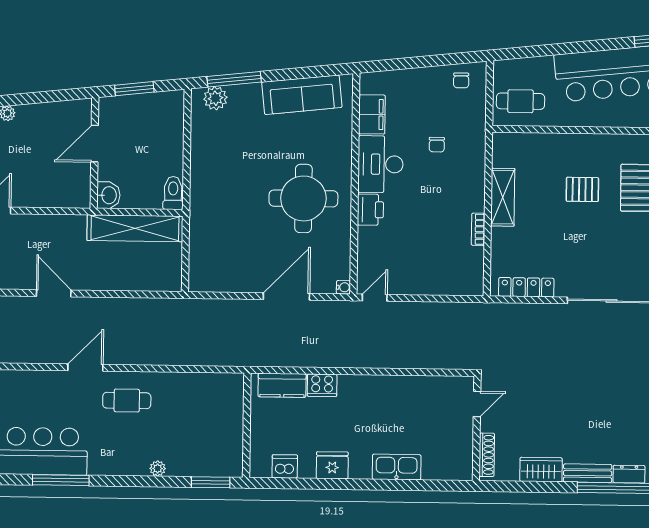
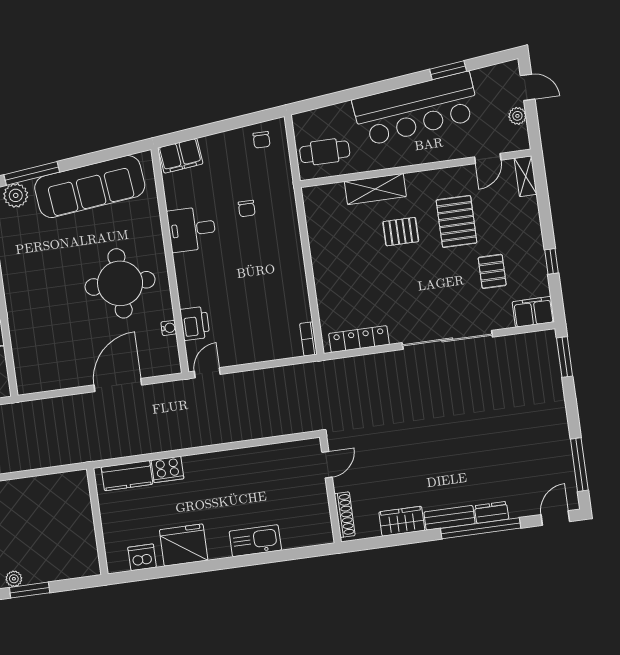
sofa: (302, 95) -> (90, 187), width x1.36, depth x1.27
filing cabinet: (372, 114) -> (180, 156), moved, turned 84
desk: (380, 164) -> (192, 229), width x0.73
shelving: (503, 197) -> (375, 189), moved, turned 90
printer: (370, 210) -> (195, 323), moved
bookcase: (478, 229) -> (308, 339), moved
water cooler: (343, 287) -> (169, 328), moved
fridge: (332, 465) -> (184, 545), width x1.36, depth x1.34
window: (211, 482) -> (30, 590), moved

